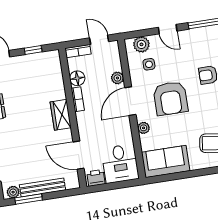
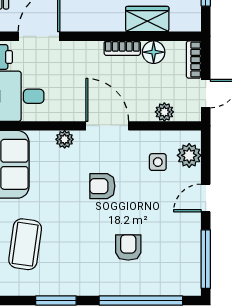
plant: (117, 78) -> (164, 112), moved
armchair: (170, 98) -> (102, 186), width x0.53, depth x0.53
wardrobe: (61, 115) -> (147, 19), moved

